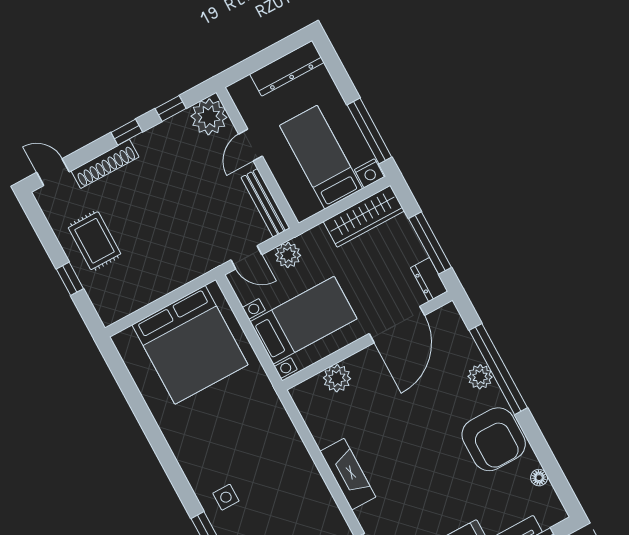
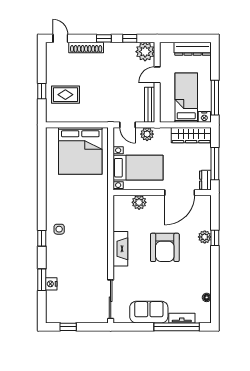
rug: (94, 241) -> (65, 95), moved, turned 90
window: (498, 369) -> (215, 238), width x0.32
armchair: (494, 439) -> (165, 247), moved

